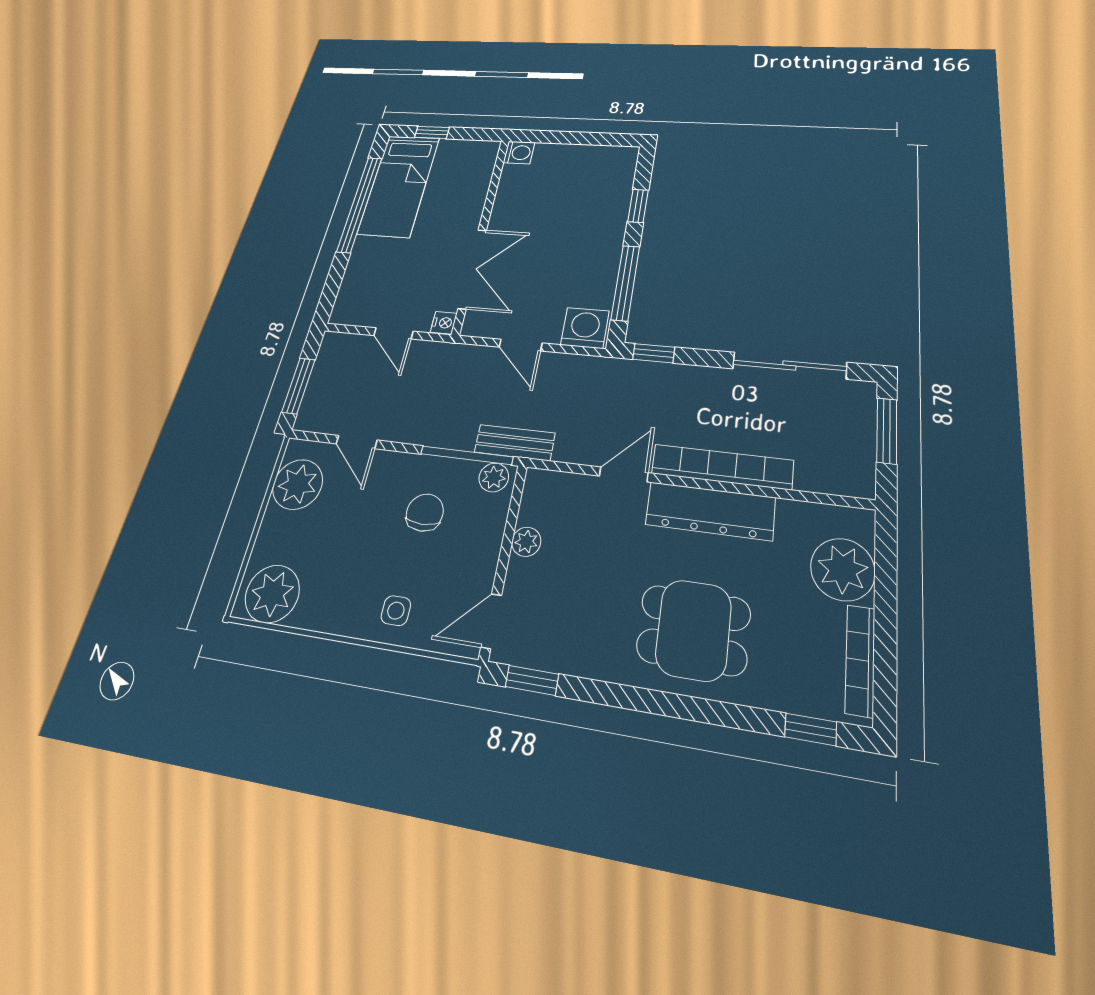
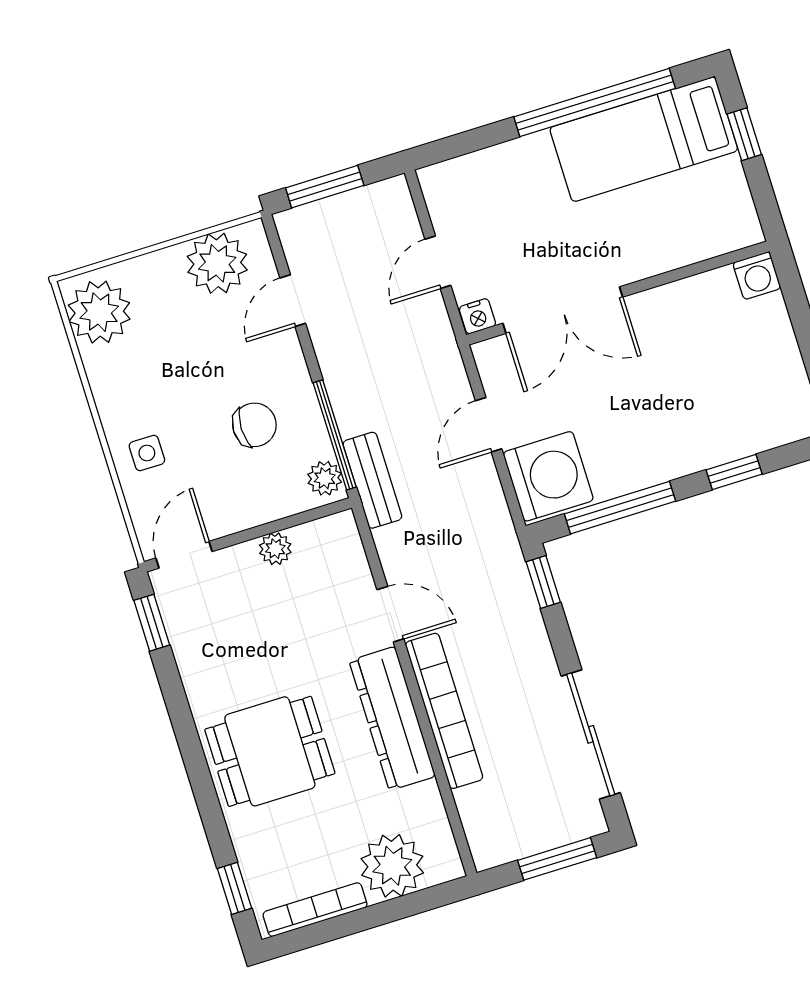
washing machine: (585, 328) -> (548, 476), width x1.37, depth x1.37
door: (491, 621) -> (184, 555), hinge flipped
dining table: (694, 630) -> (270, 751), turned 90

